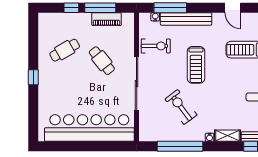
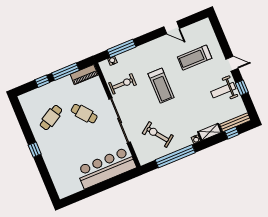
piano: (106, 19) -> (84, 75), moved
bench: (186, 19) -> (138, 52), removed
exercise bike: (181, 107) -> (158, 134), moved
bar counter: (89, 128) -> (106, 168), width x0.73

